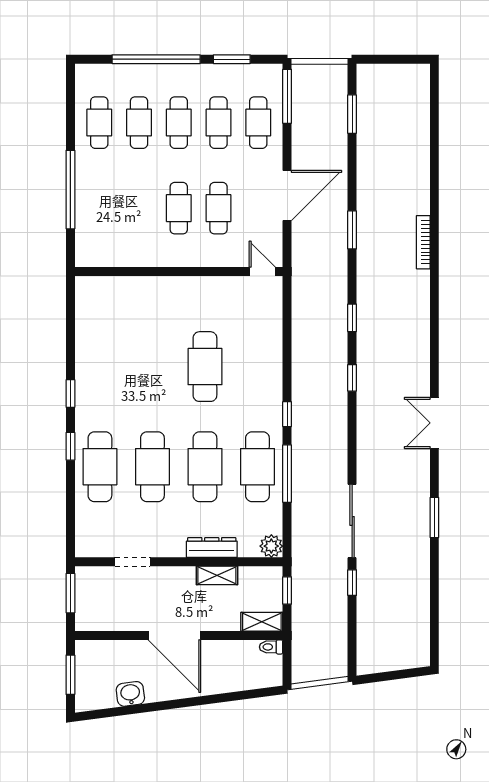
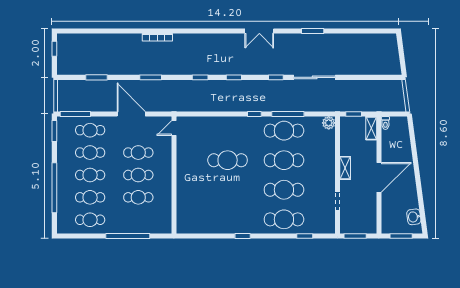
window: (232, 59) -> (54, 131), moved
window: (403, 59) -> (54, 49), added
window: (352, 114) -> (96, 77), moved
cafe table: (139, 208) -> (138, 197), added
window: (70, 446) -> (305, 236), moved
dresser: (212, 548) -> (329, 156), removed
shelving: (217, 575) -> (345, 168), moved
window: (352, 583) -> (276, 77), moved
washbasin: (130, 694) -> (414, 217), moved

